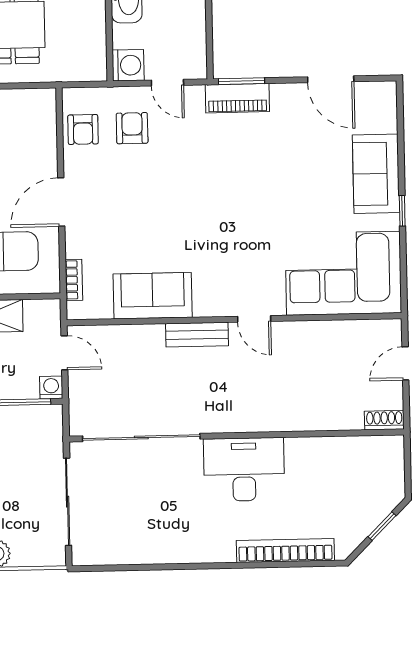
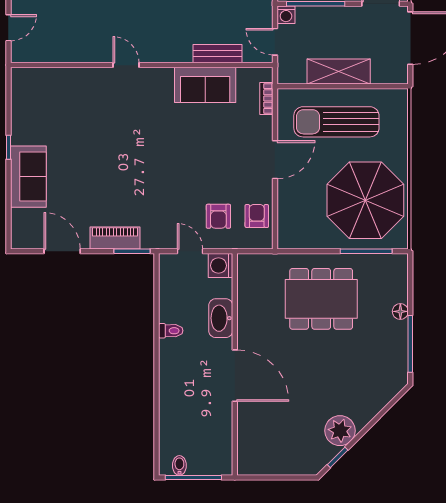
piano: (237, 98) -> (115, 238), moved
corner sofa: (343, 273) -> (56, 99), removed
bench: (197, 335) -> (218, 54), moved

